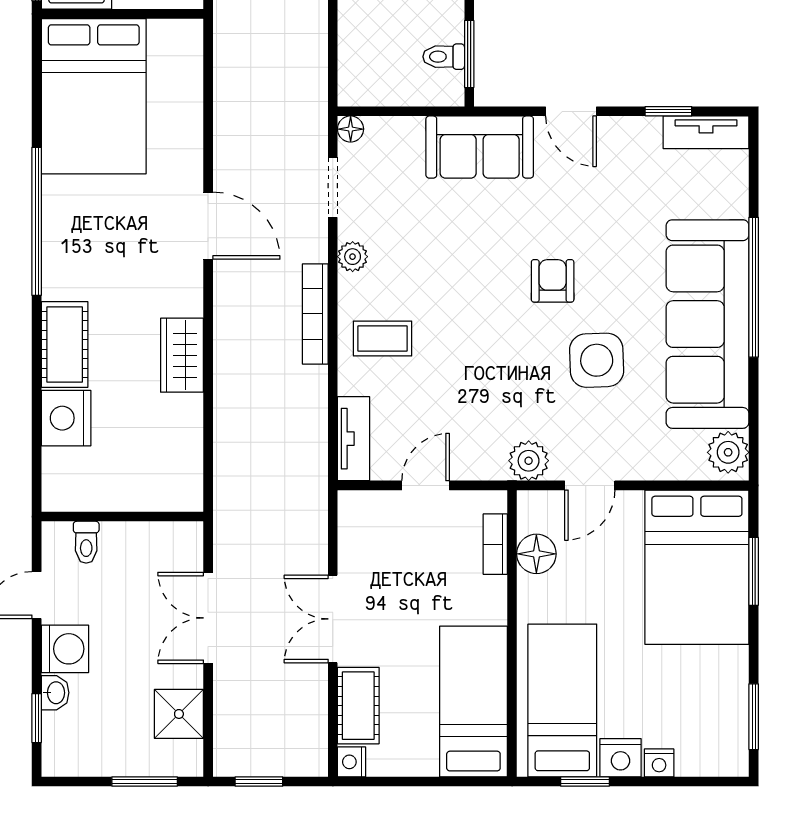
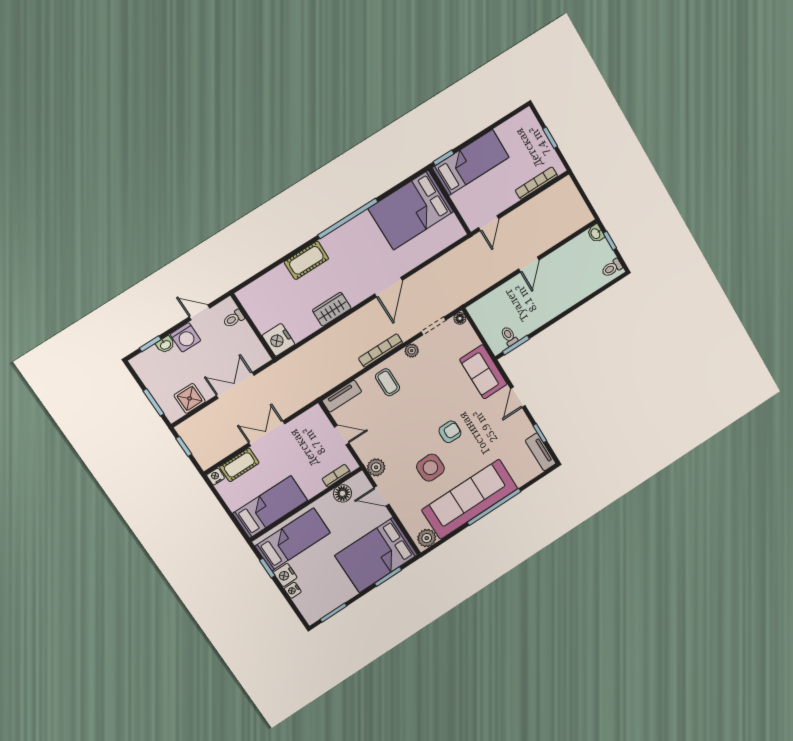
nightstand: (66, 418) -> (278, 340), moved, turned -90

